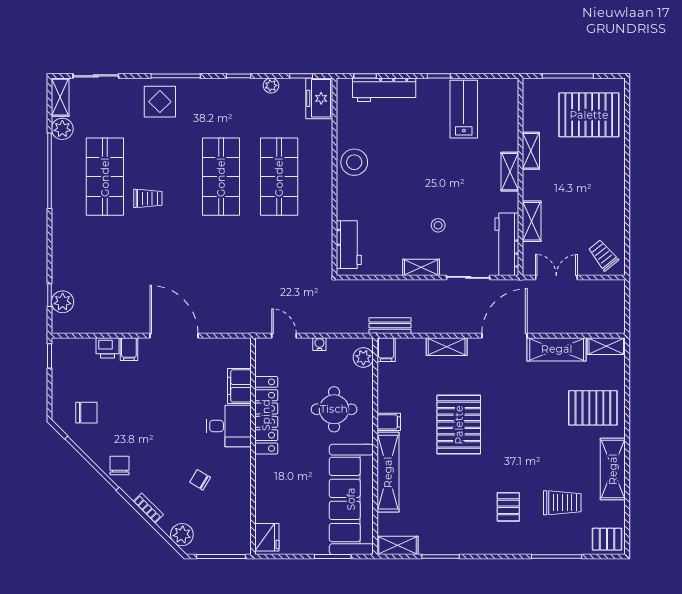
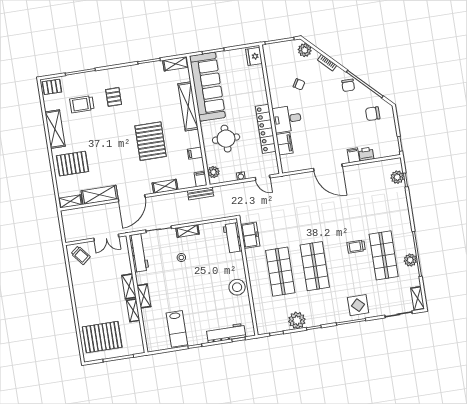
plant: (271, 85) -> (297, 320), width x1.87, depth x1.87
freezer: (319, 98) -> (250, 235), moved
plant: (62, 129) -> (410, 260), moved
shelving: (532, 221) -> (129, 286), moved
filing cabinet: (389, 422) -> (195, 153), moved

